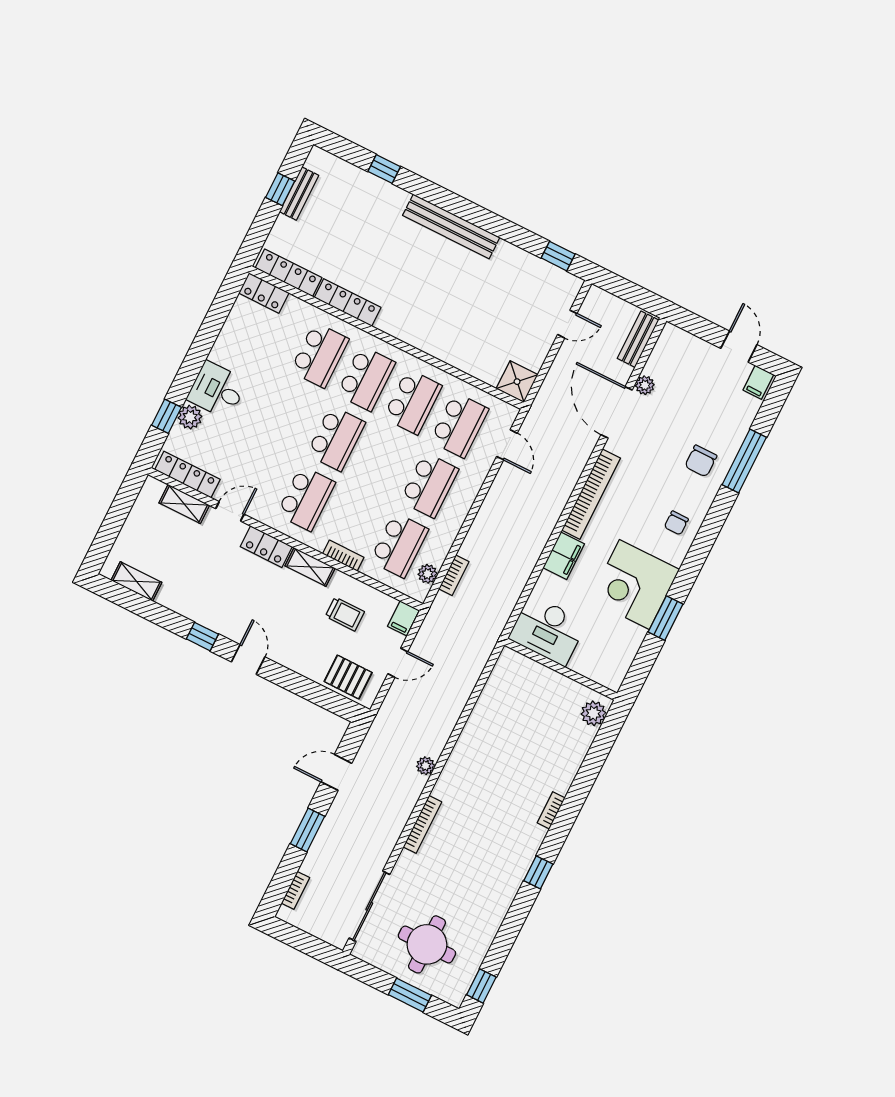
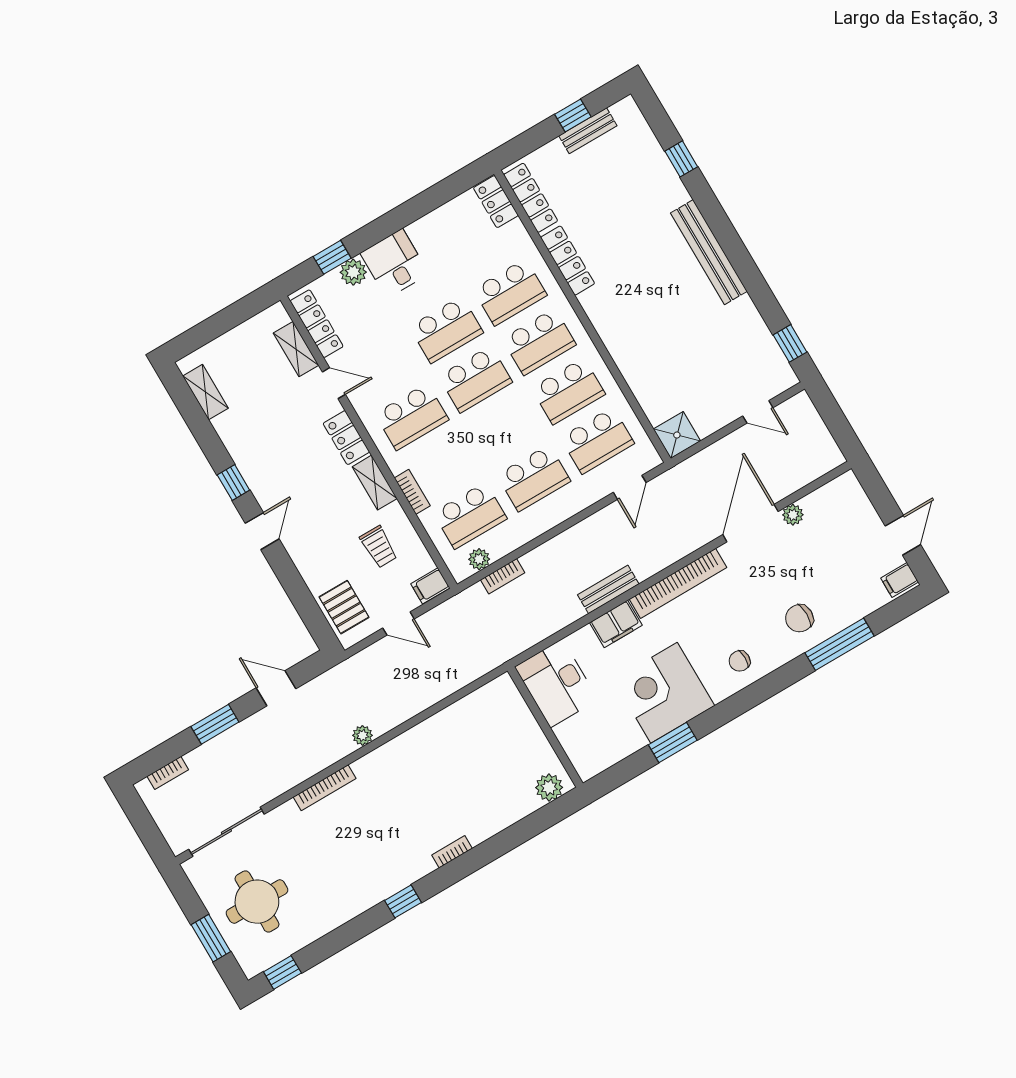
bench: (638, 339) -> (608, 589), moved
school desk: (289, 415) -> (446, 330), added

